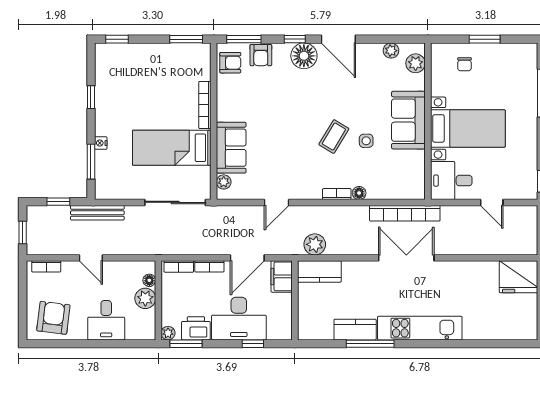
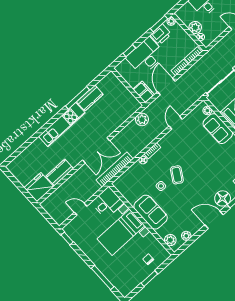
kitchen counter: (319, 271) -> (60, 172), moved

